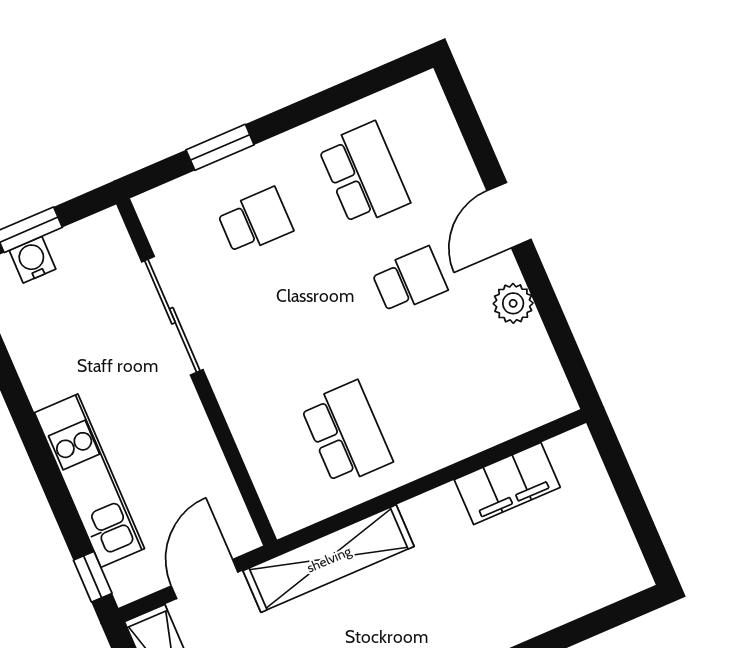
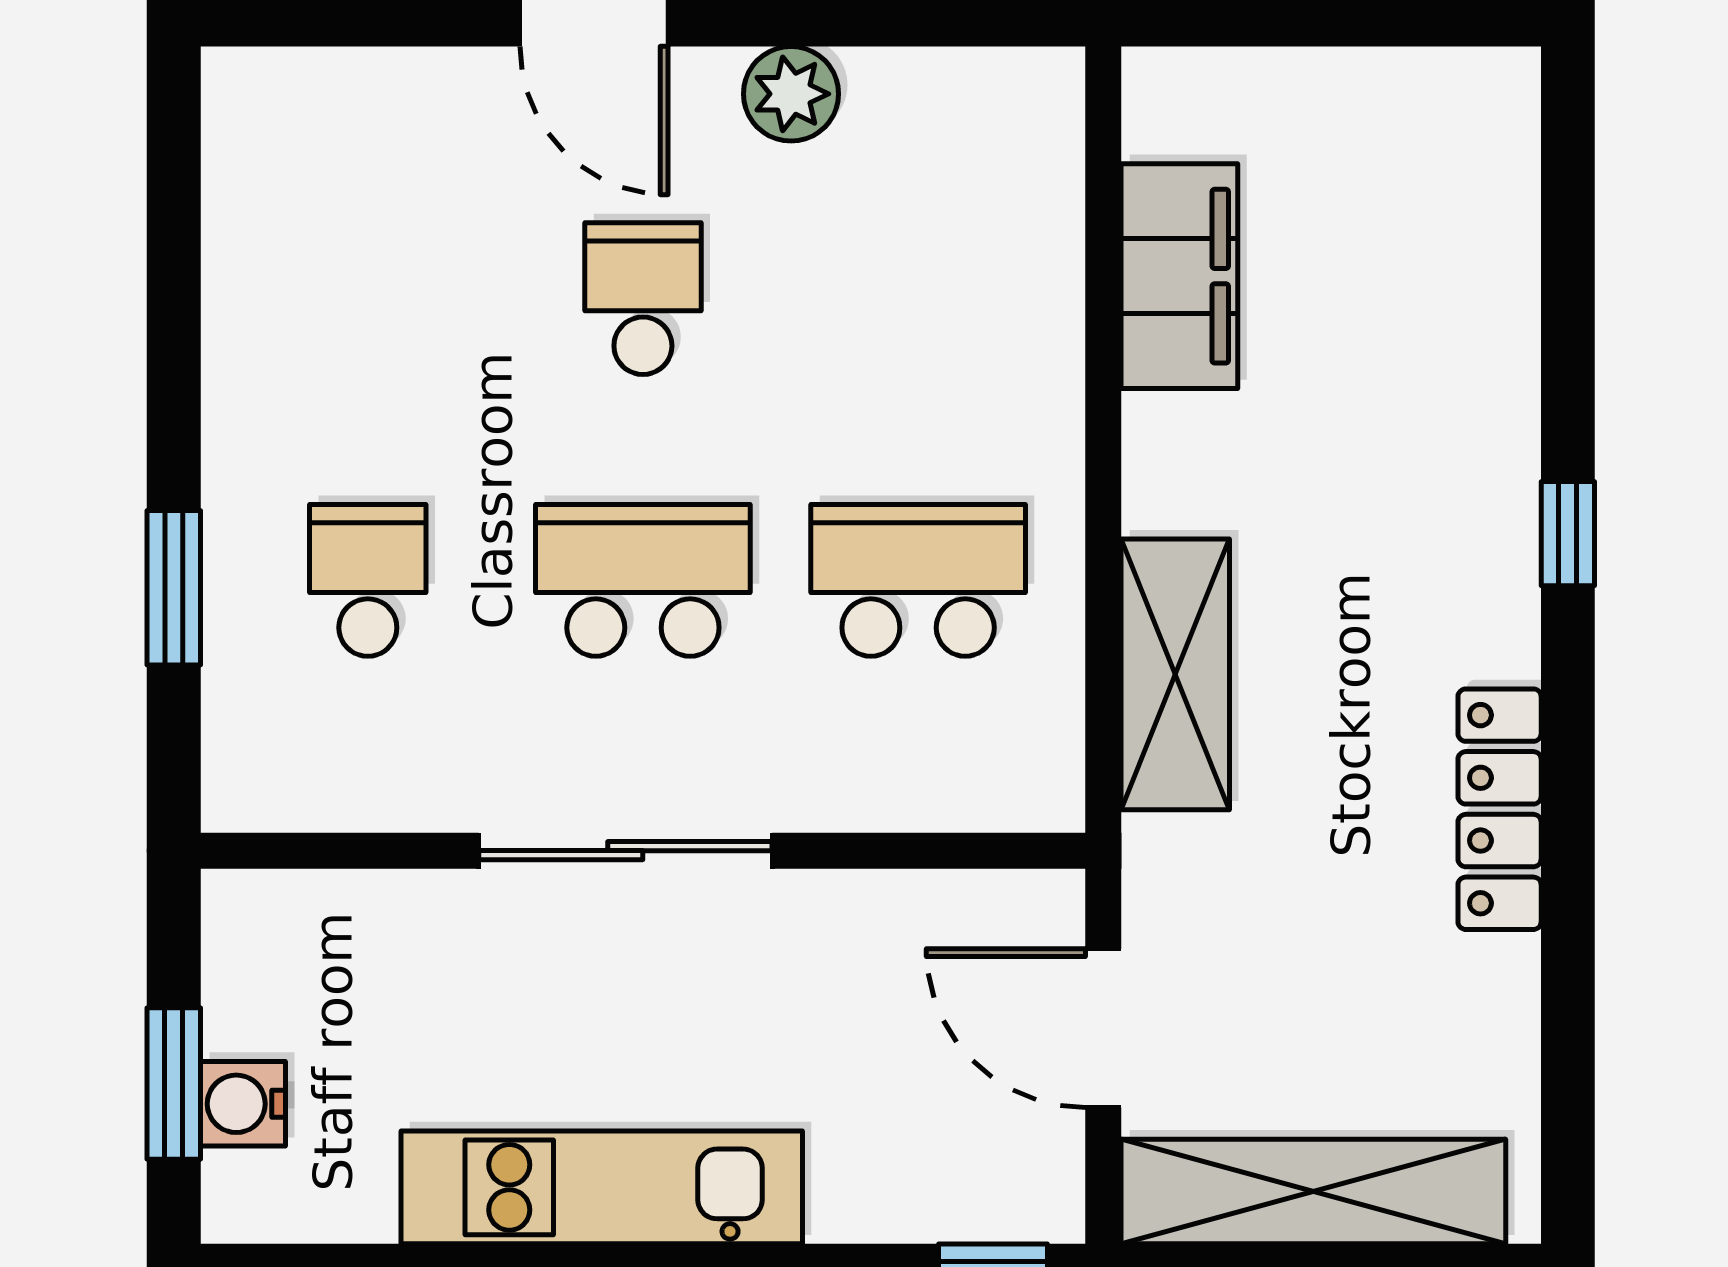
school desk: (364, 174) -> (643, 580), moved
sliding door: (172, 316) -> (625, 851), moved
kitchen unit: (89, 481) -> (602, 1187), moved
shelving: (329, 559) -> (1175, 674), width x0.68

